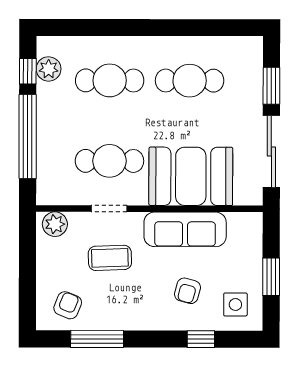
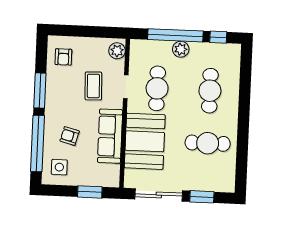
plant: (49, 69) -> (181, 49), moved
cafe table: (190, 81) -> (208, 143), turned 90
window: (271, 277) -> (90, 192), moved
armchair: (68, 305) -> (63, 57), turned 68
window: (97, 339) -> (40, 91), moved
window: (201, 339) -> (38, 143), width x3.17

